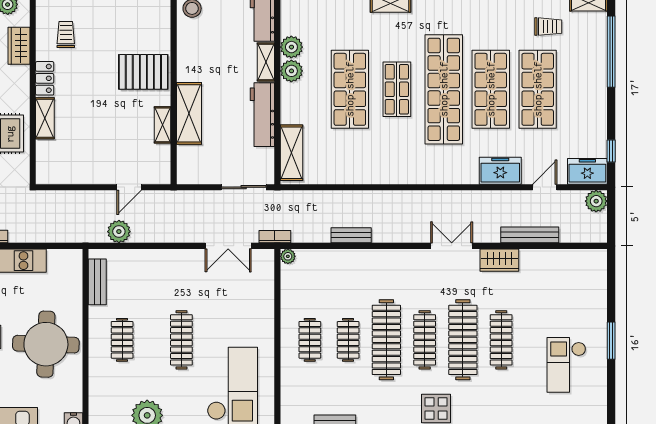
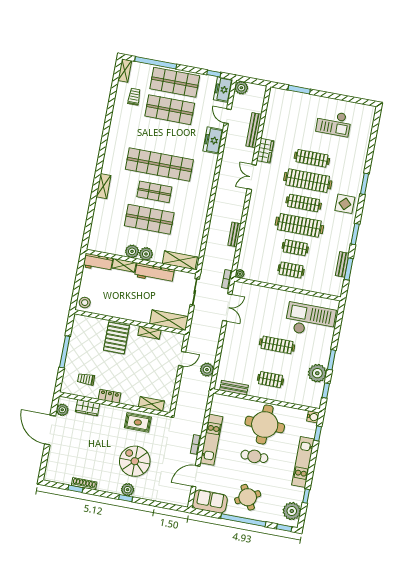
plant: (291, 47) -> (146, 254), moved
shop shelf: (491, 89) -> (175, 82), moved
shelving: (189, 113) -> (169, 320), moved
shelving: (45, 118) -> (151, 404), moved
door: (129, 187) -> (182, 359), hinge flipped
window: (611, 341) -> (299, 90), moved

